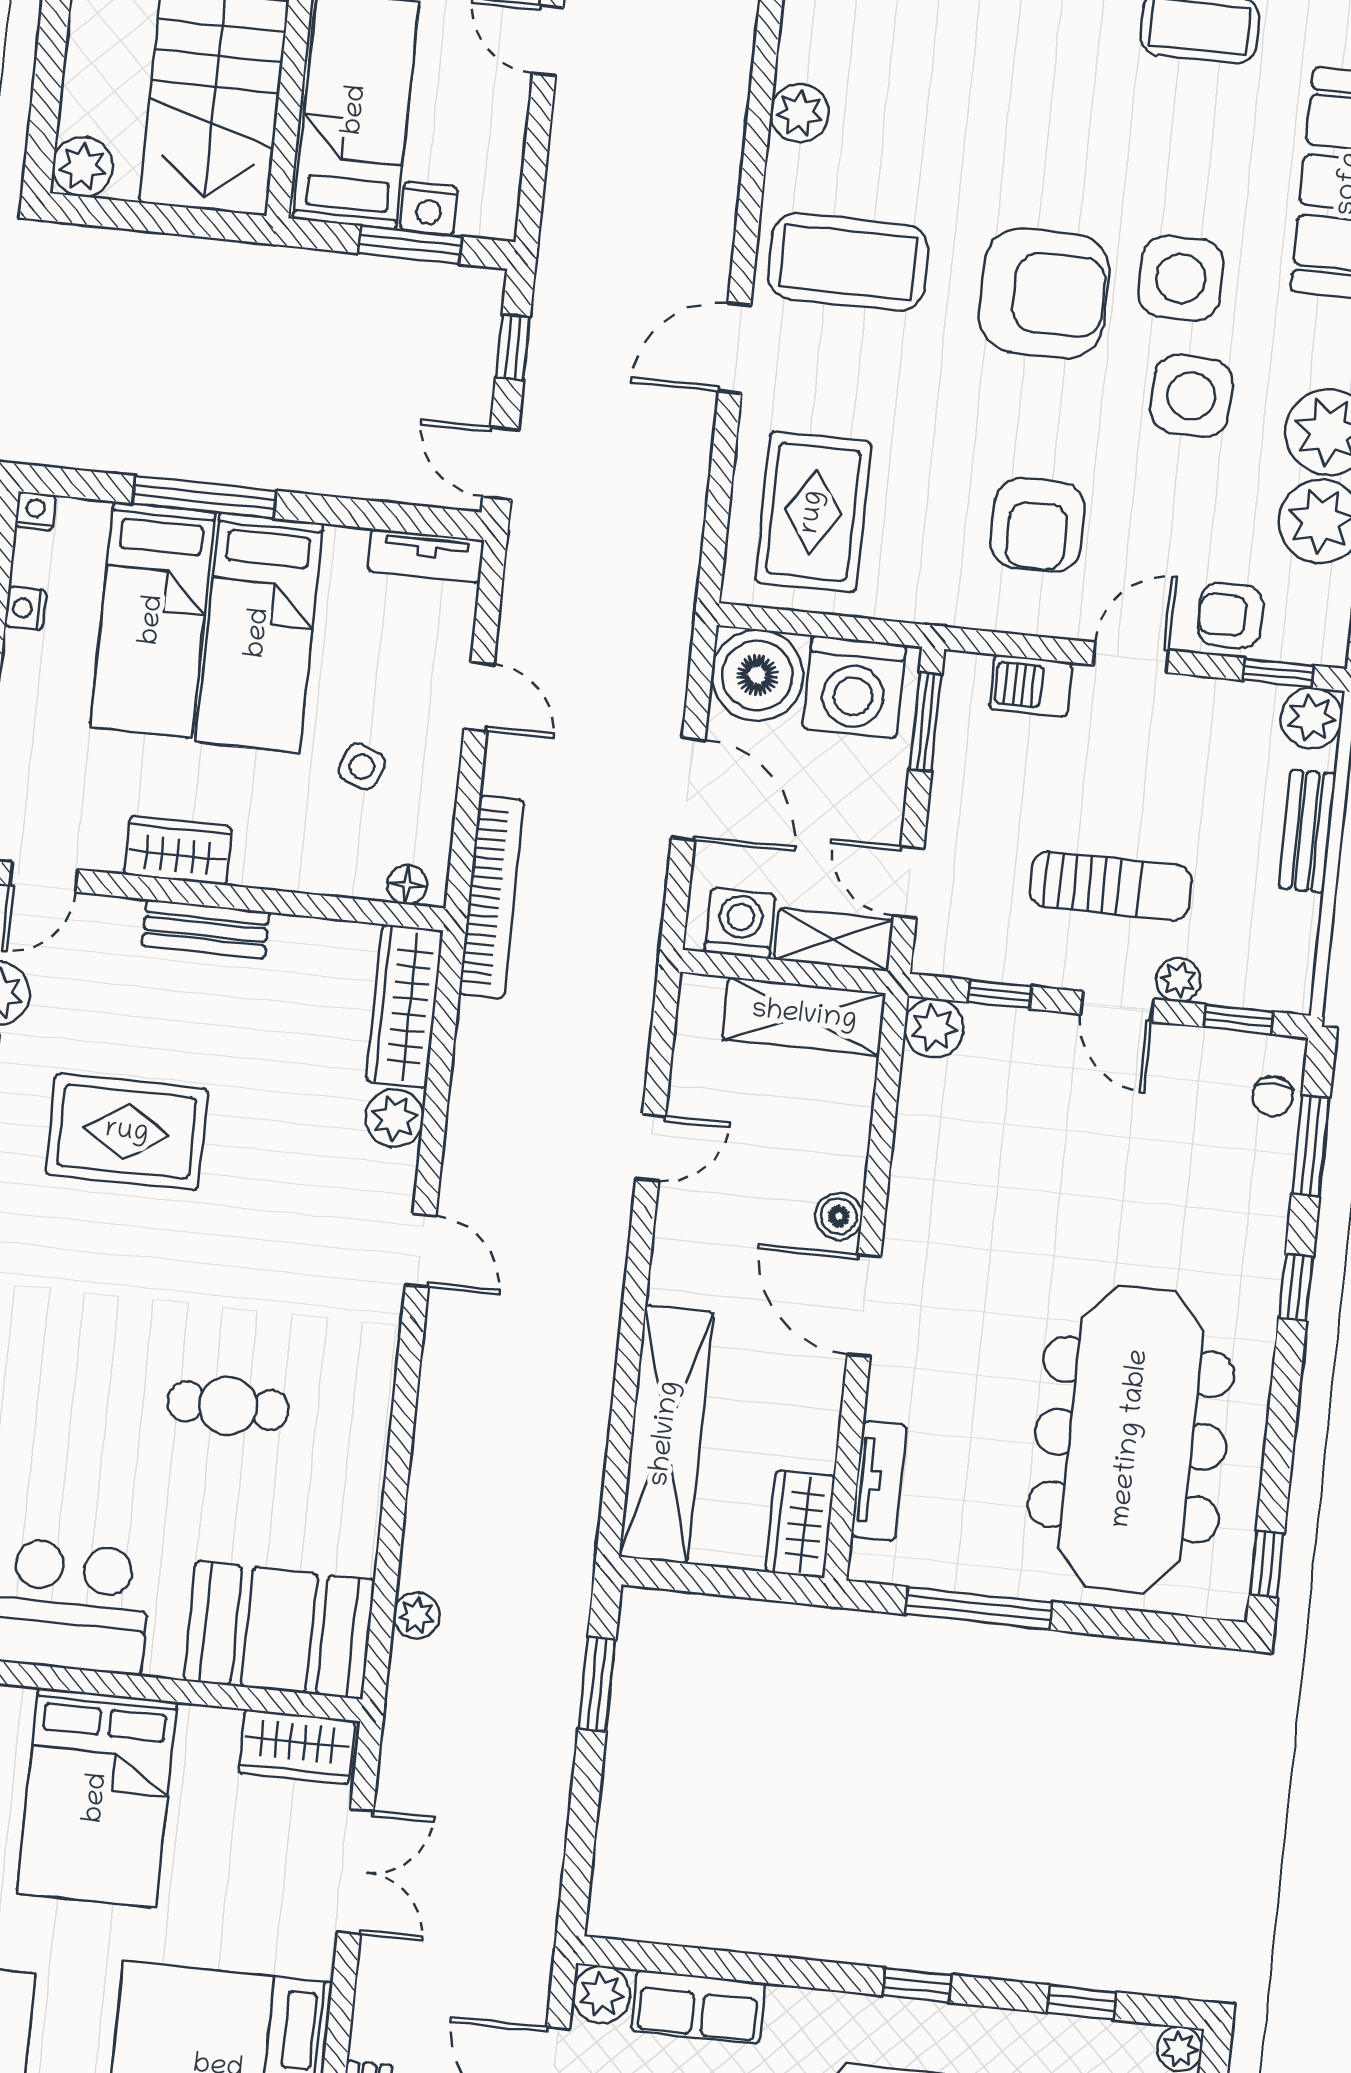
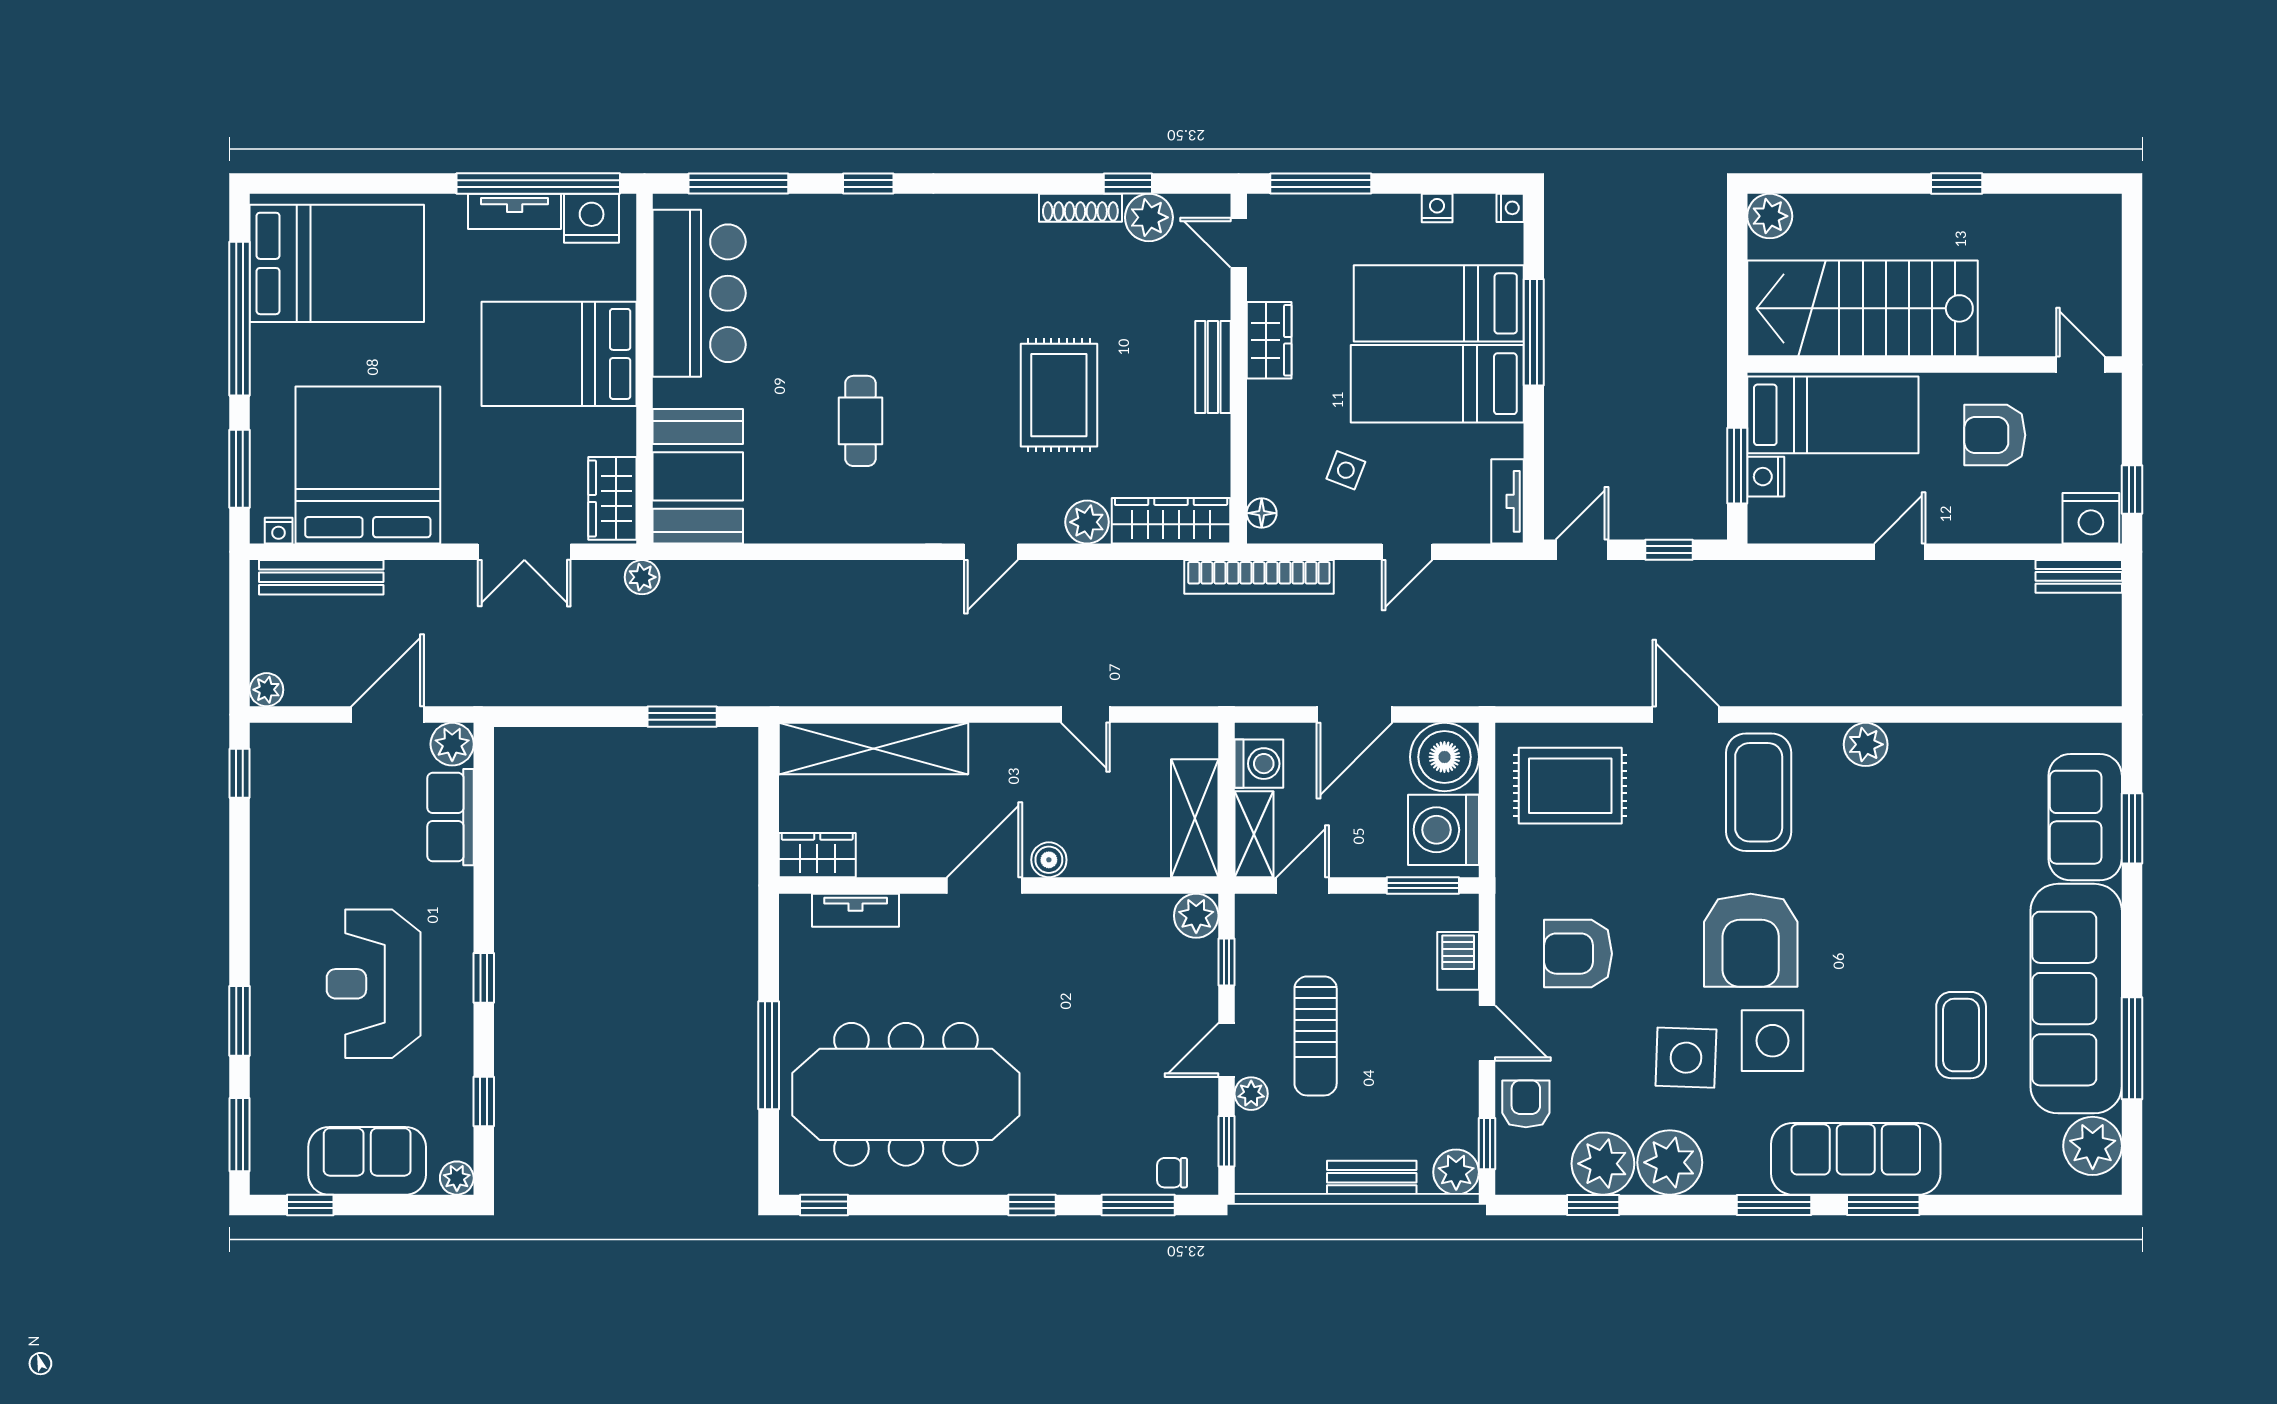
rug: (127, 1132) -> (1059, 395), moved
window: (979, 1608) -> (769, 1055), moved
plant: (416, 1615) -> (642, 577), moved

